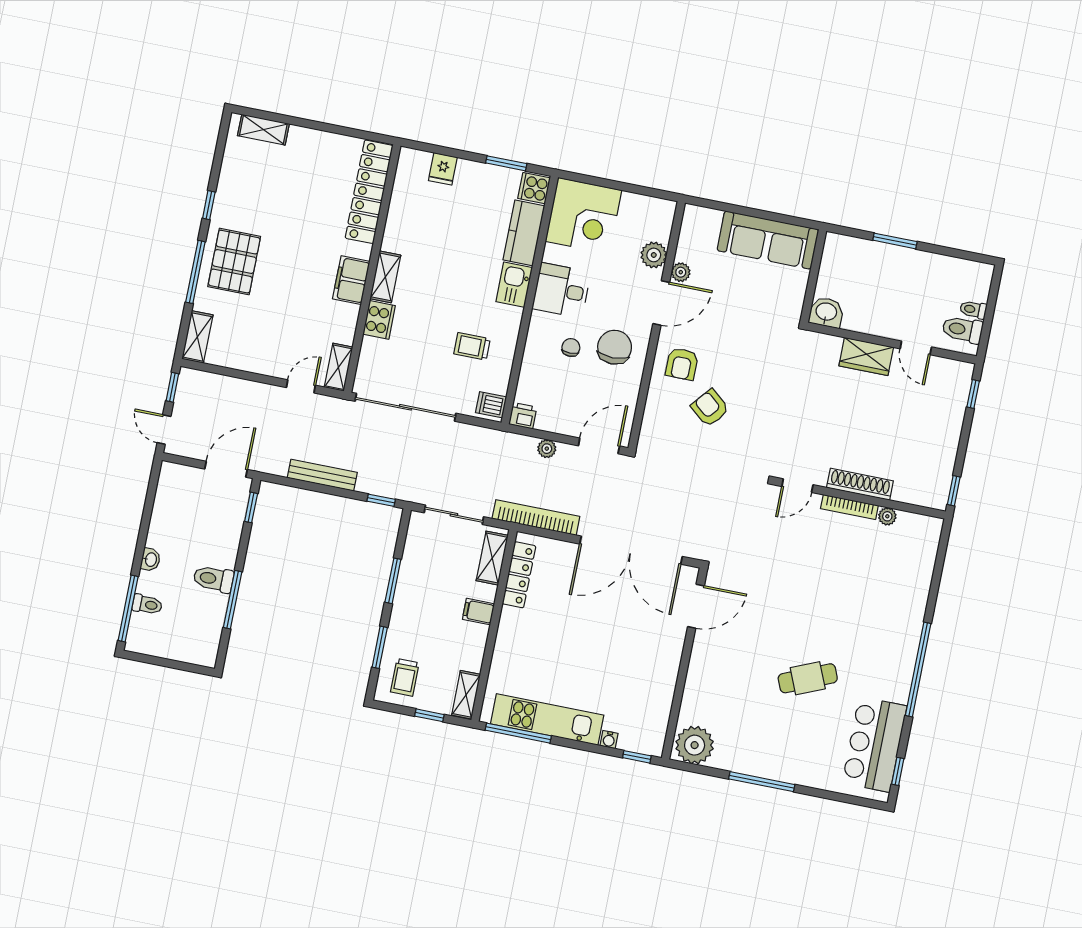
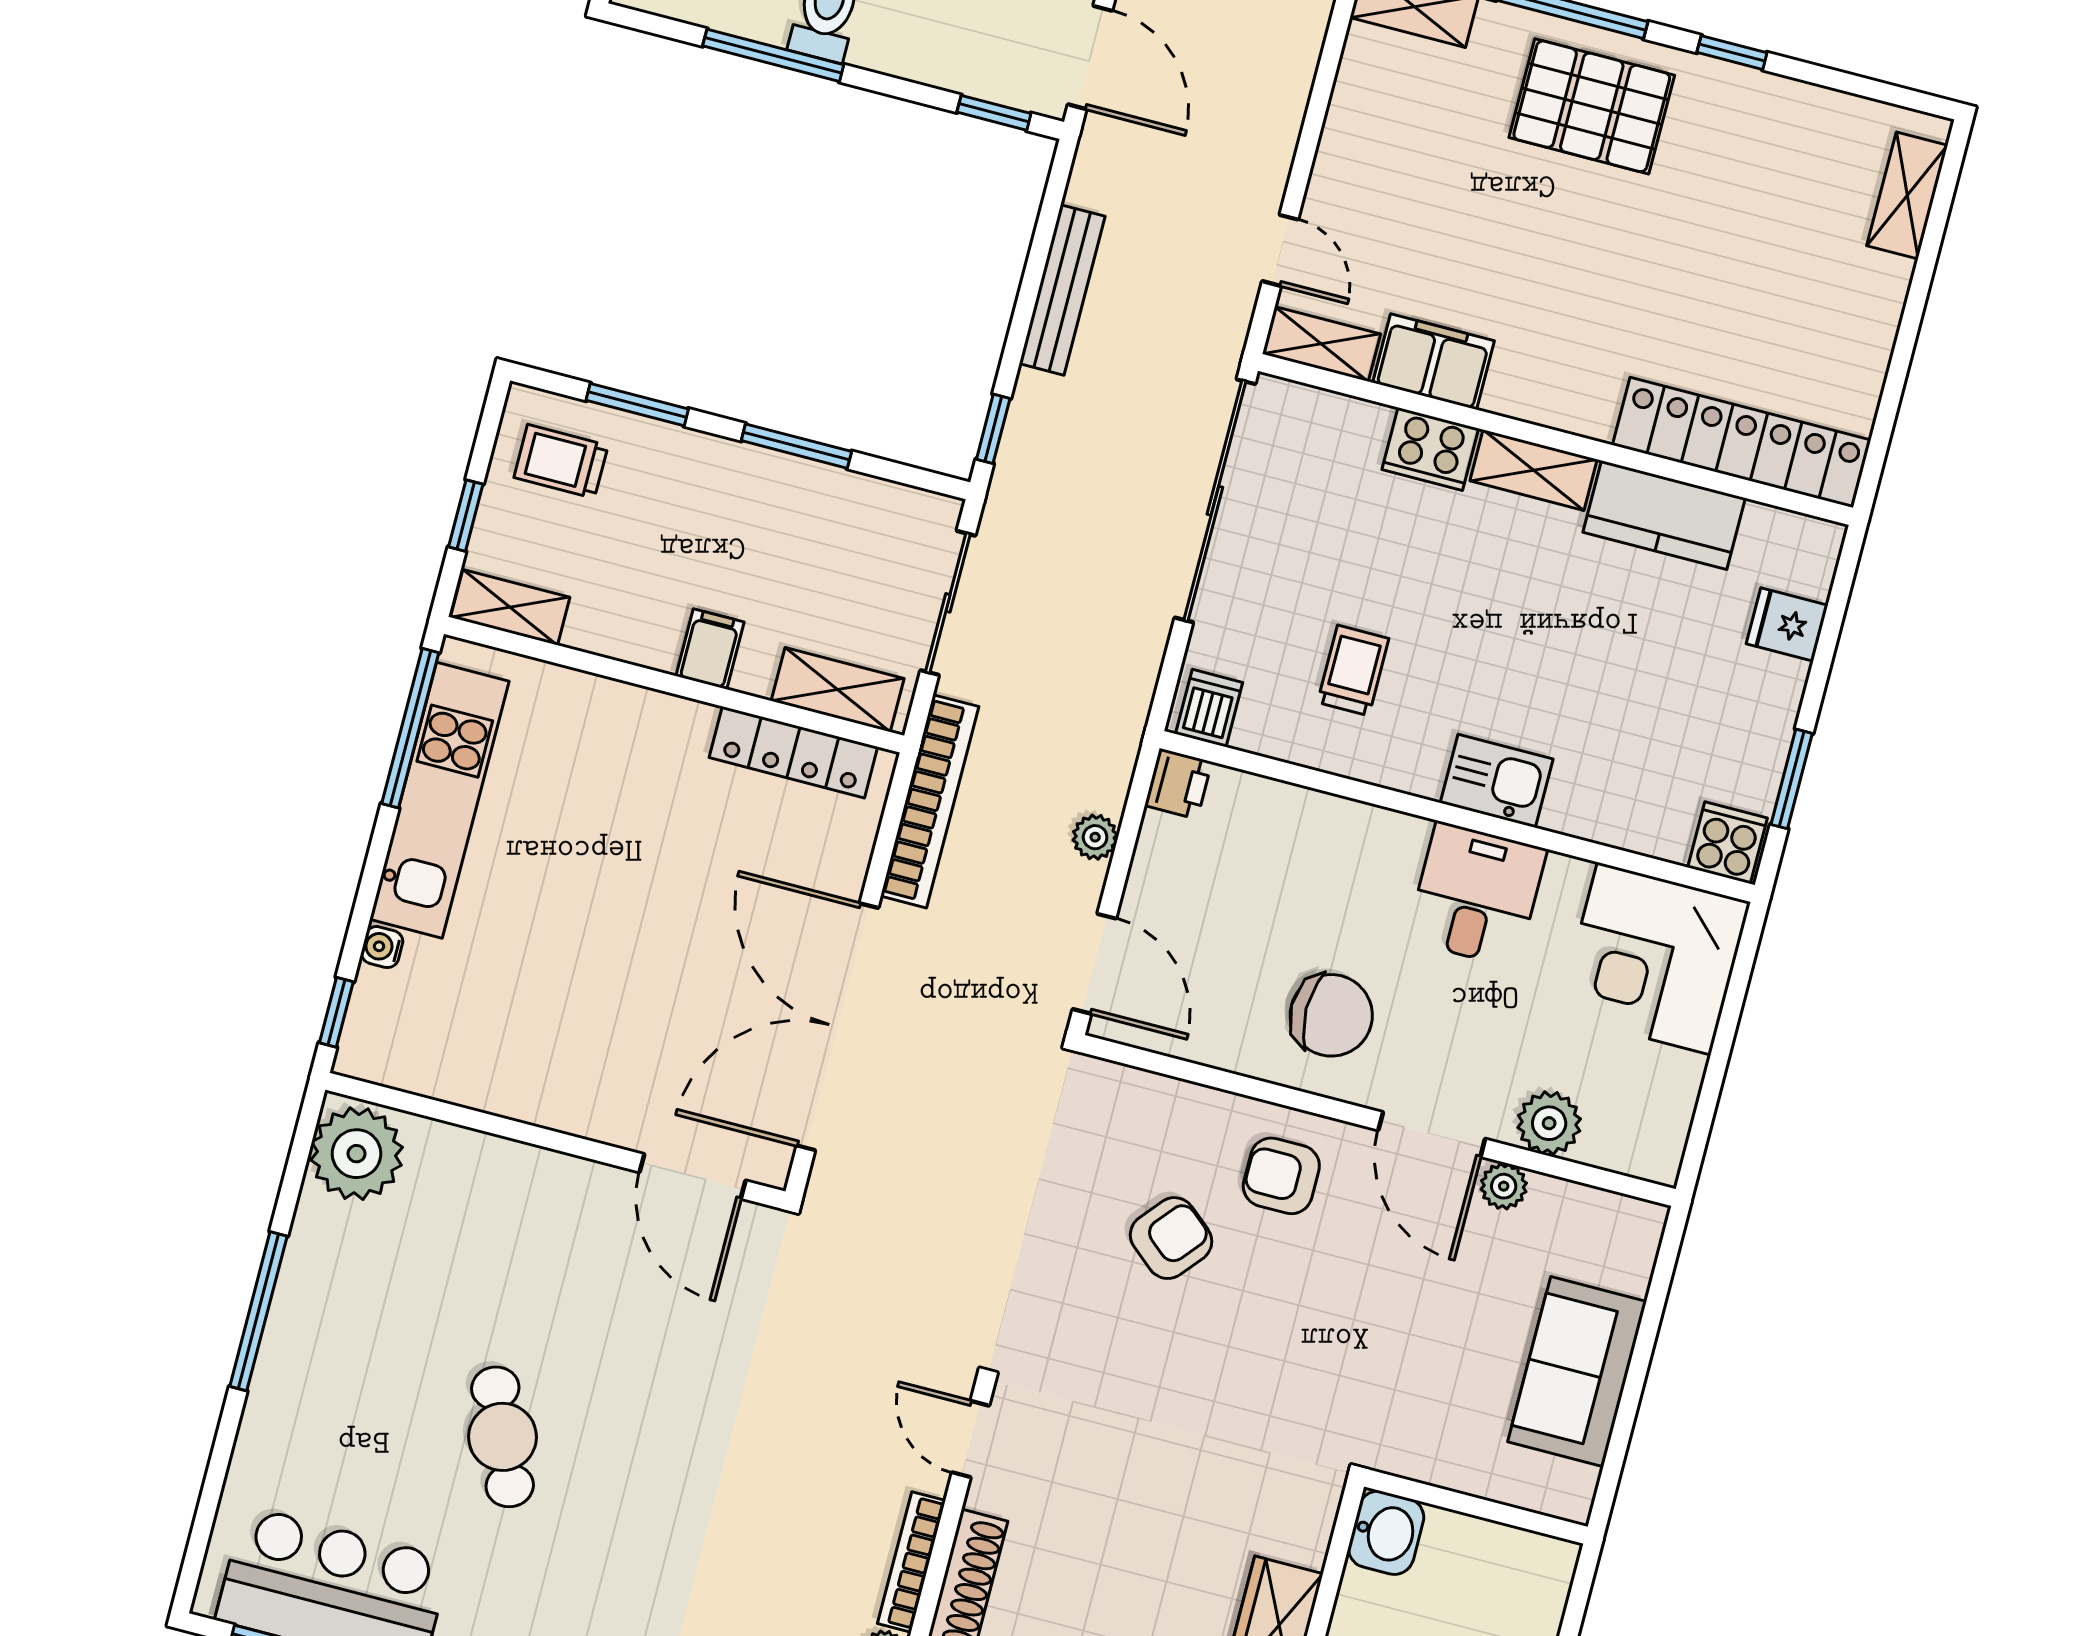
kitchen counter: (524, 233) -> (1664, 515), moved, turned 180
sofa: (768, 240) -> (1577, 1372), width x0.73
filing cabinet: (351, 280) -> (1434, 362), moved
chair: (571, 348) -> (1337, 910), removed

